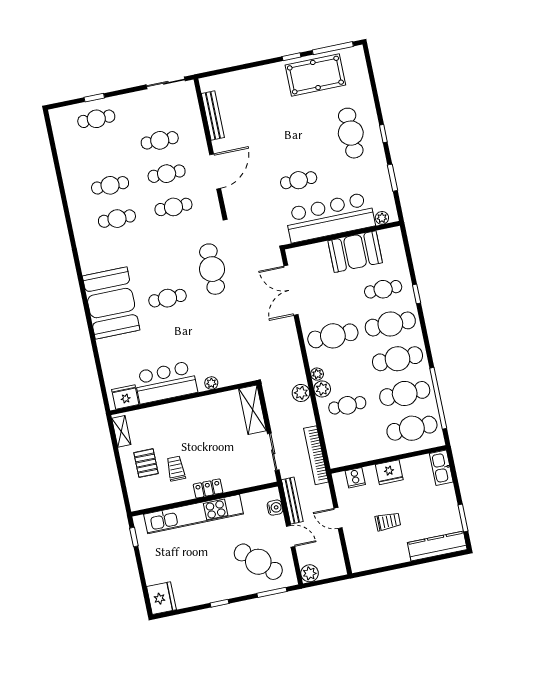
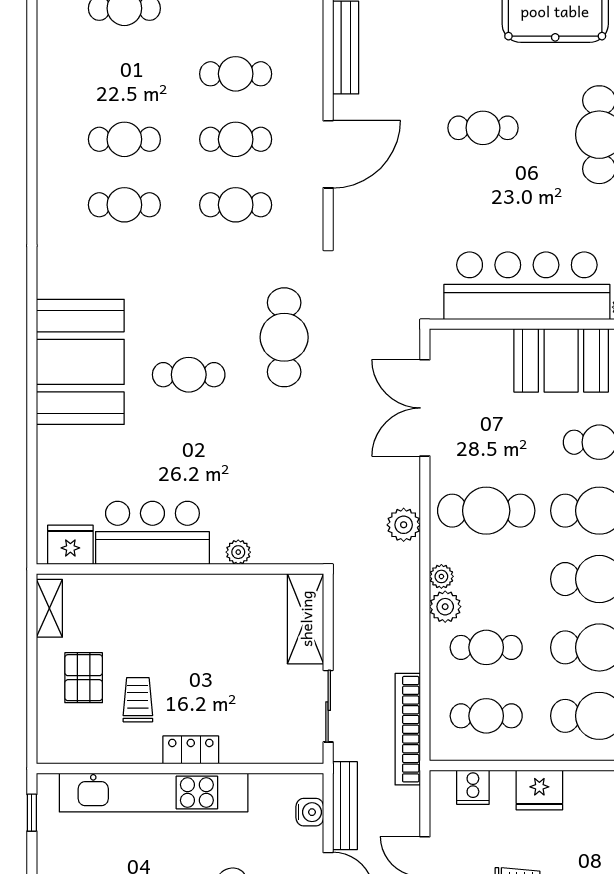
cafe table: (299, 180) -> (483, 128), moved
plant: (301, 393) -> (404, 525), moved
cafe table: (354, 440) -> (486, 716), added

